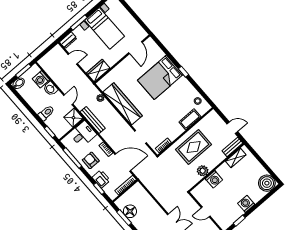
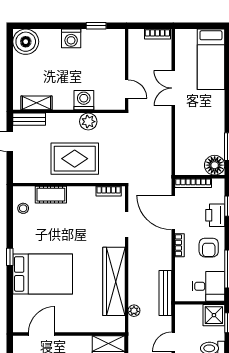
shower: (73, 118) -> (214, 315), moved
desk: (83, 134) -> (208, 286), moved, turned 180
floor lamp: (130, 211) -> (215, 165), moved
door: (206, 212) -> (127, 89), moved

